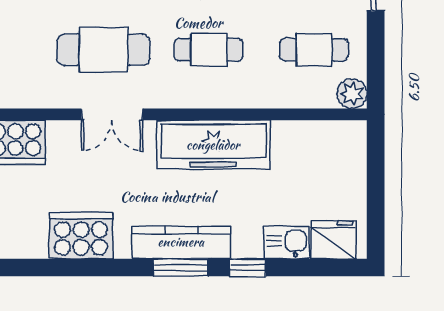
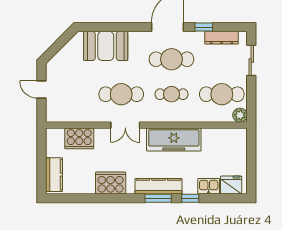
cafe table: (314, 50) -> (222, 94), width x1.37, depth x1.35

